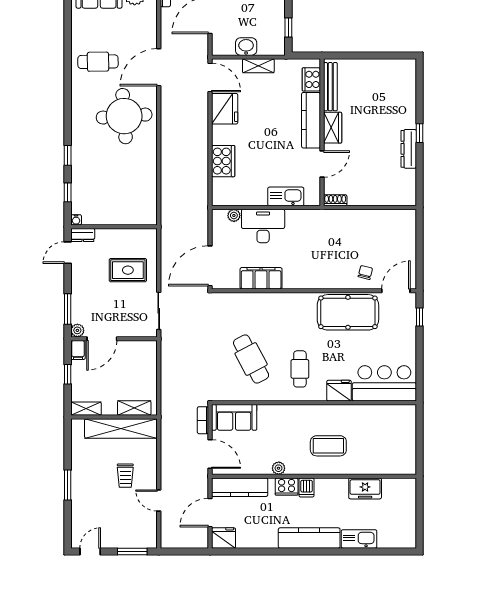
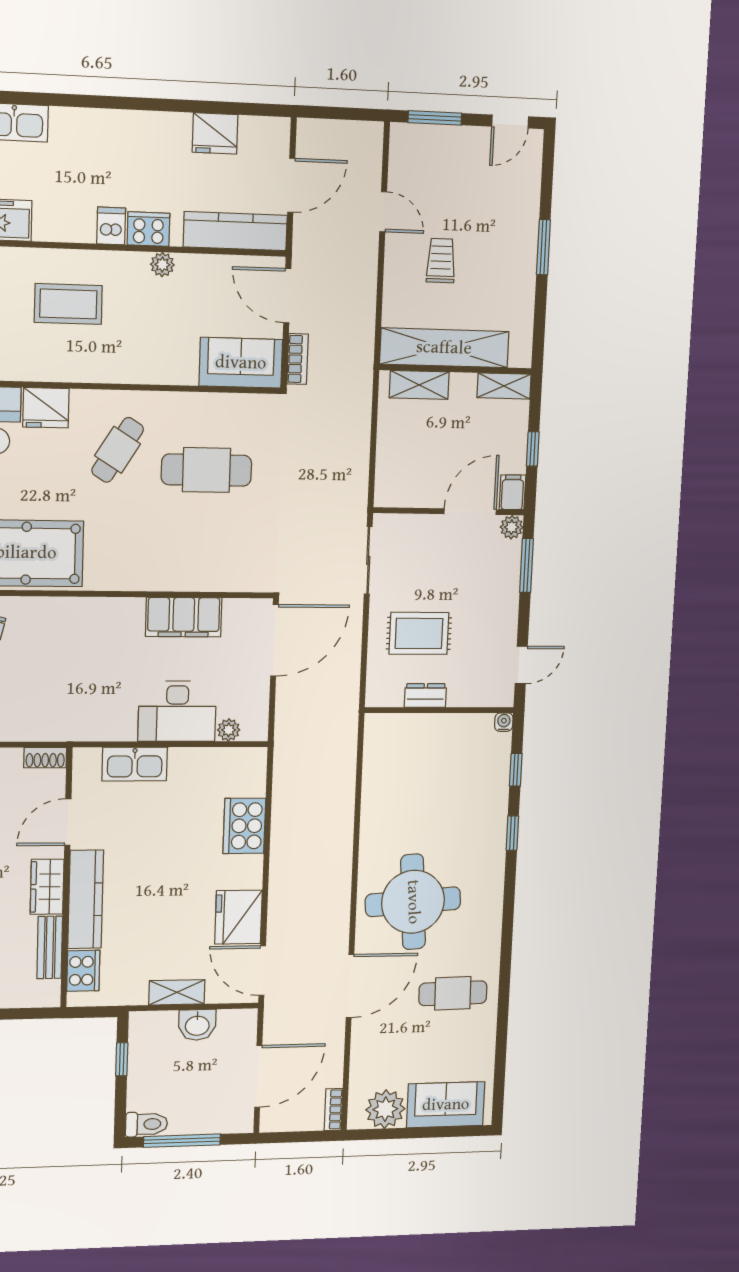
bench: (330, 87) -> (50, 947), width x0.73
dresser: (83, 235) -> (425, 695), moved
cafe table: (251, 359) -> (206, 470), turned -62
cafe table: (300, 369) -> (118, 450), turned 32
fridge: (223, 538) -> (215, 133), moved
kitchen counter: (309, 538) -> (109, 128), removed

